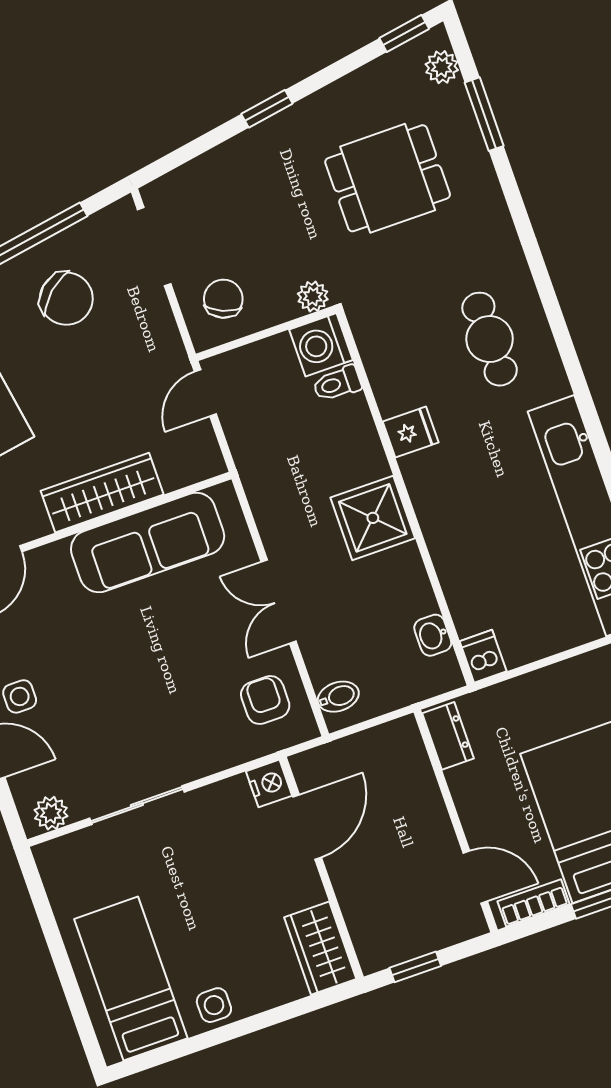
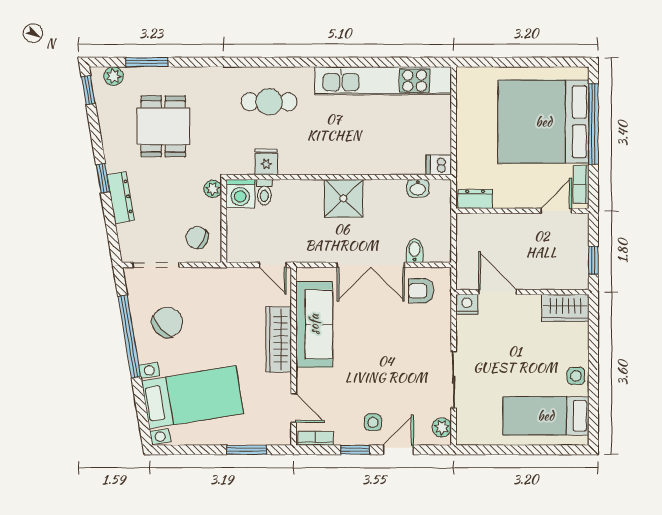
dresser: (245, 149) -> (121, 198), added
door: (205, 393) -> (273, 265), moved
fridge: (411, 432) -> (266, 162), moved
double door: (279, 602) -> (371, 265), width x1.37
bidet: (338, 697) -> (415, 251), moved

